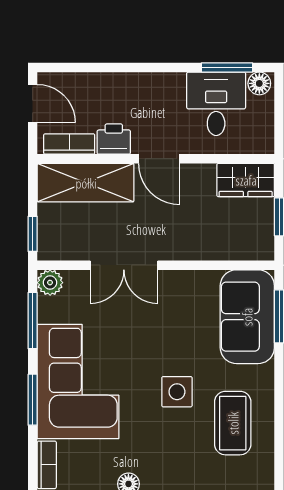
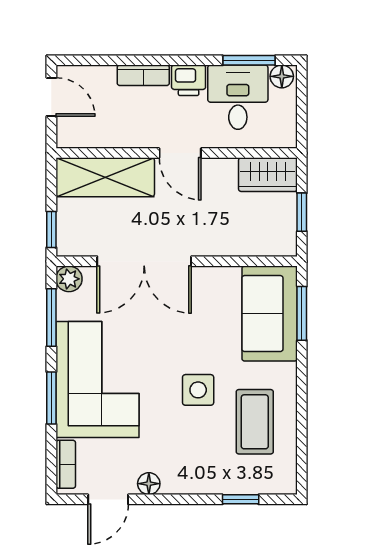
printer: (114, 139) -> (189, 80), moved, turned 180
bookcase: (69, 144) -> (143, 75), moved, turned 180
double door: (124, 265) -> (144, 261), width x1.37

